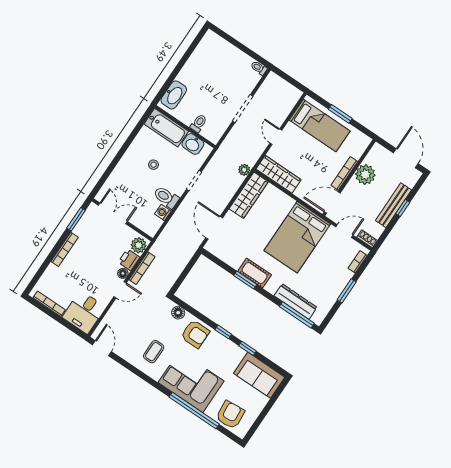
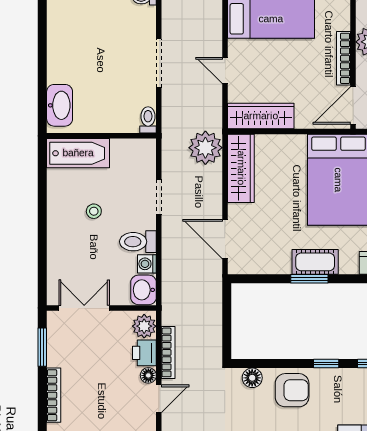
toilet: (199, 123) -> (148, 120), moved
washbasin: (193, 144) -> (144, 290), moved, turned 90
plant: (244, 170) -> (205, 148), width x1.87, depth x1.87

